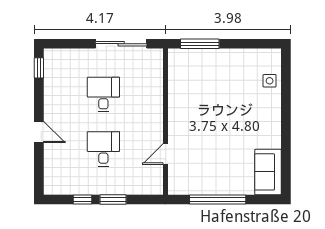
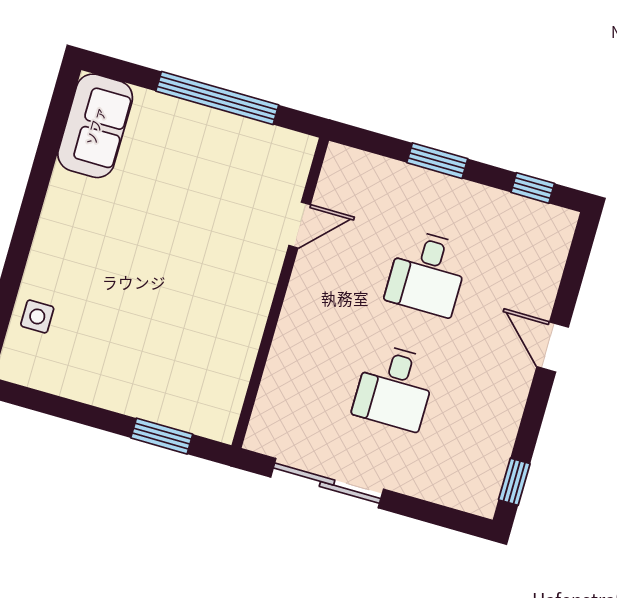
window: (200, 44) -> (162, 436), width x0.69
window: (83, 199) -> (533, 188), moved

